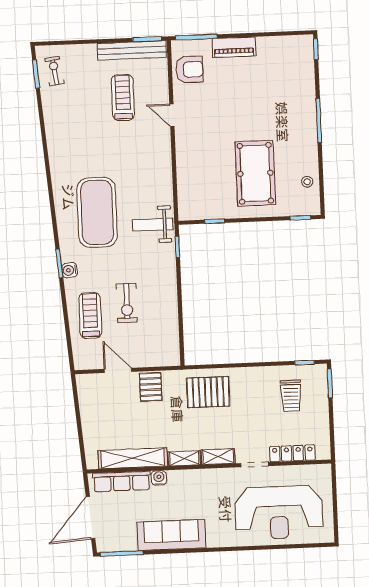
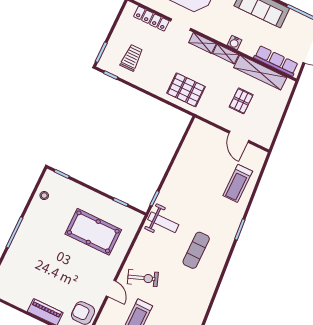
pool table: (255, 173) -> (93, 232), moved, turned 90
exercise mat: (97, 212) -> (196, 250), width x0.50, depth x0.69
water cooler: (70, 270) -> (235, 221), removed
exercise bike: (127, 303) -> (143, 278), moved, turned 70
pallet: (151, 387) -> (241, 101), moved
water cooler: (159, 478) -> (235, 43), moved

